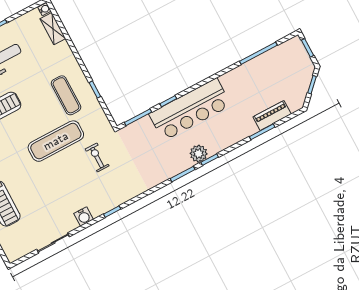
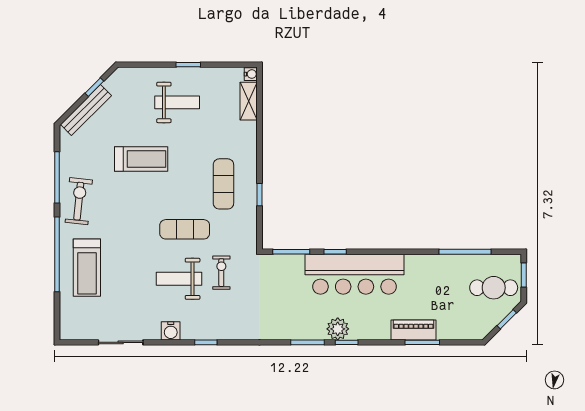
cafe table: (291, 68) -> (494, 288), added
piano: (272, 116) -> (413, 330), moved
exercise mat: (56, 141) -> (185, 229), width x0.73, depth x0.69
weight bench: (70, 177) -> (179, 279), added

